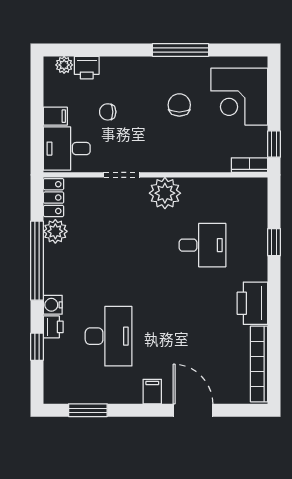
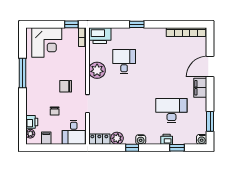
chair: (179, 105) -> (66, 86), moved
filing cabinet: (55, 116) -> (46, 138), moved
plant: (165, 193) -> (97, 70), moved
window: (274, 242) -> (137, 24), moved
window: (37, 261) -> (132, 148), width x0.32
printer: (252, 303) -> (100, 36), moved
water cooler: (53, 305) -> (141, 140), moved
filing cabinet: (152, 392) -> (200, 88), width x2.00
water cooler: (53, 394) -> (202, 139), added

